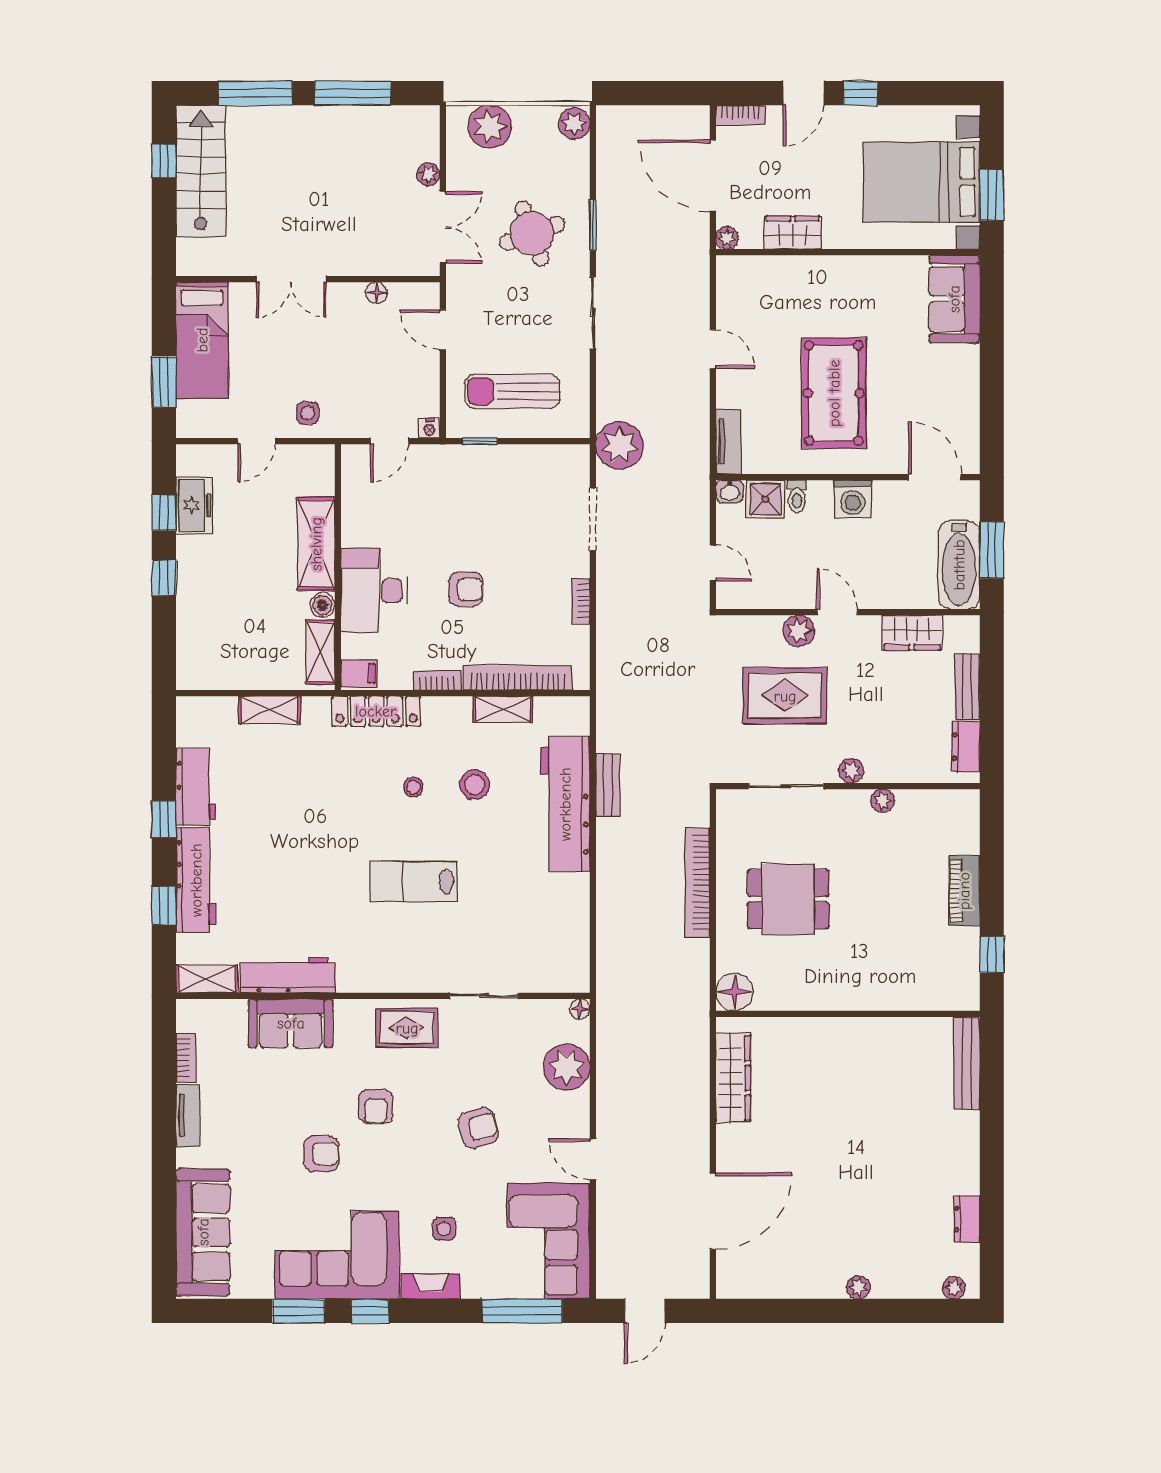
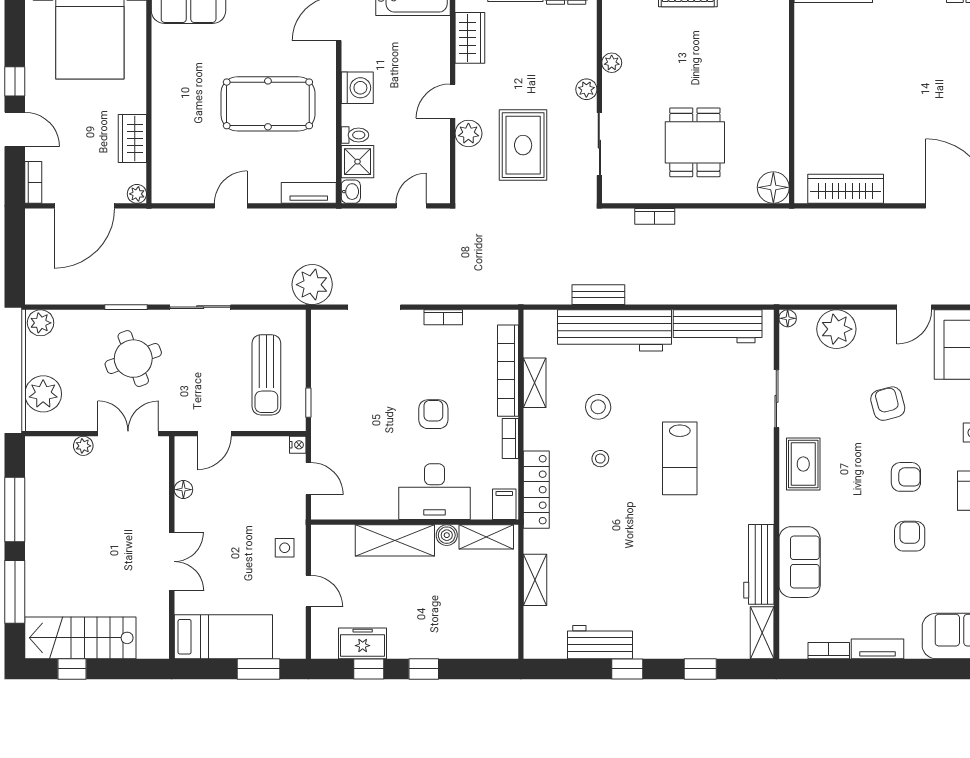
workbench: (196, 880) -> (718, 326), moved, turned 180
bookcase: (697, 882) -> (655, 216), width x0.43, depth x0.76
armchair: (376, 1107) -> (906, 477), moved

